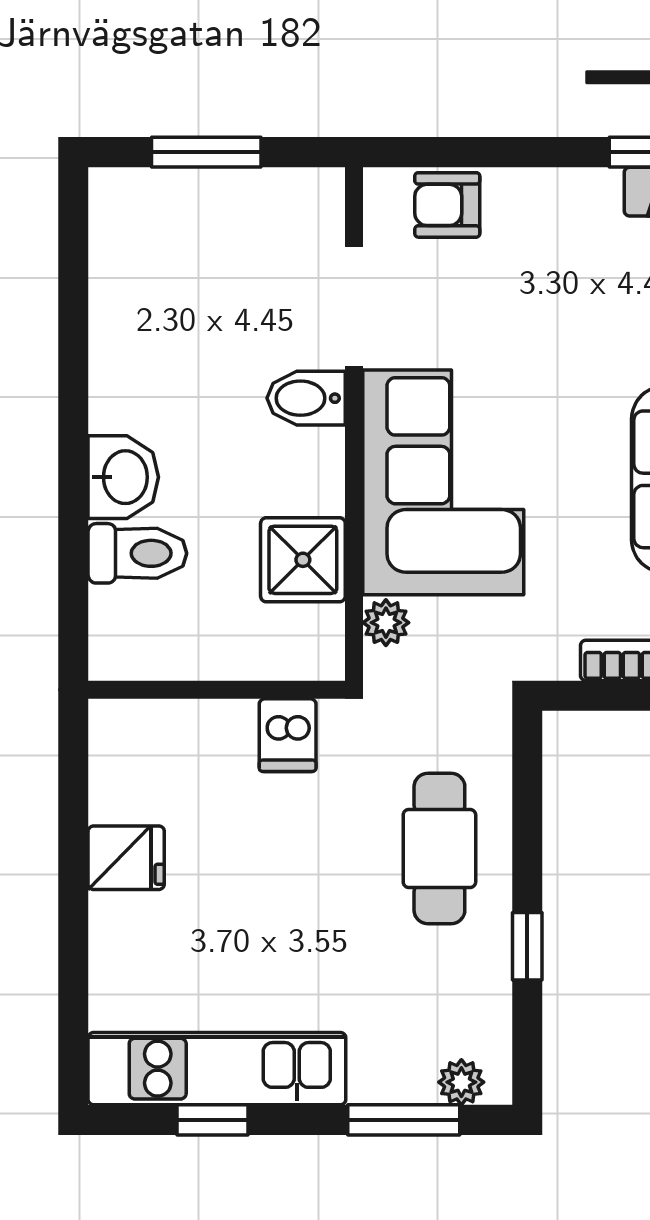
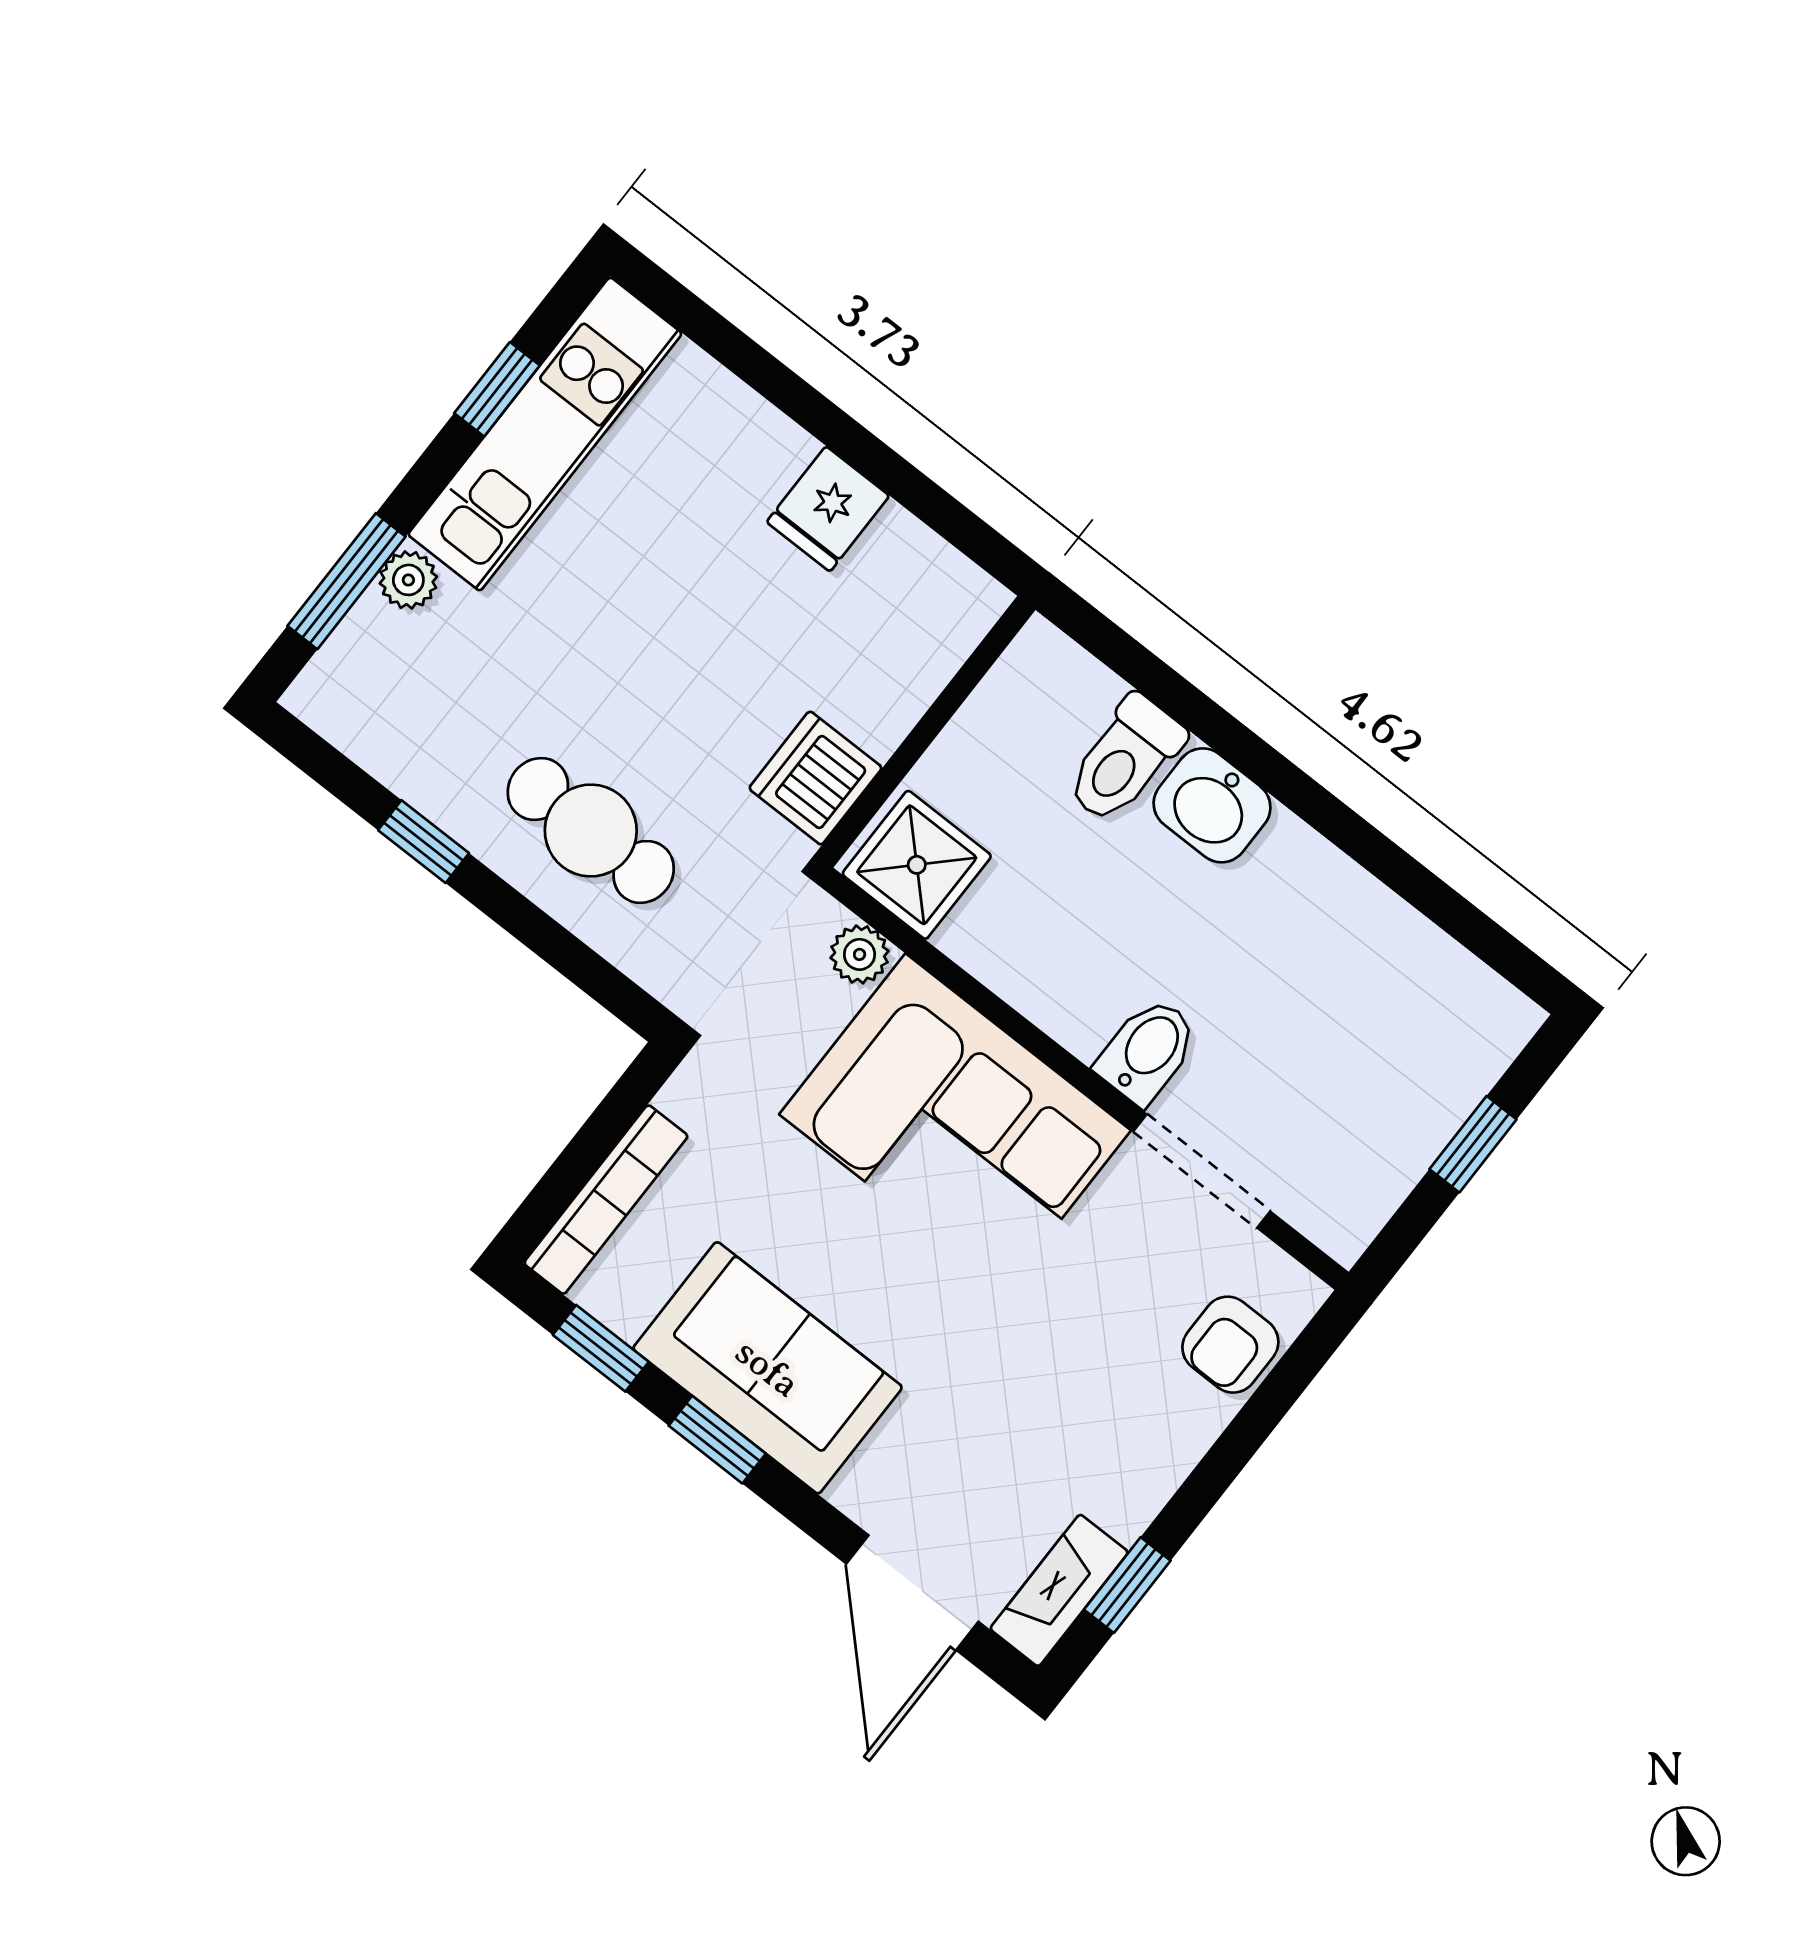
window: (206, 152) -> (1473, 1144), width x0.67
armchair: (447, 205) -> (1230, 1345), turned 180
shower: (303, 560) -> (917, 865), moved
dishwasher: (288, 735) -> (815, 778), width x1.38
plant: (461, 1082) -> (408, 580), moved

